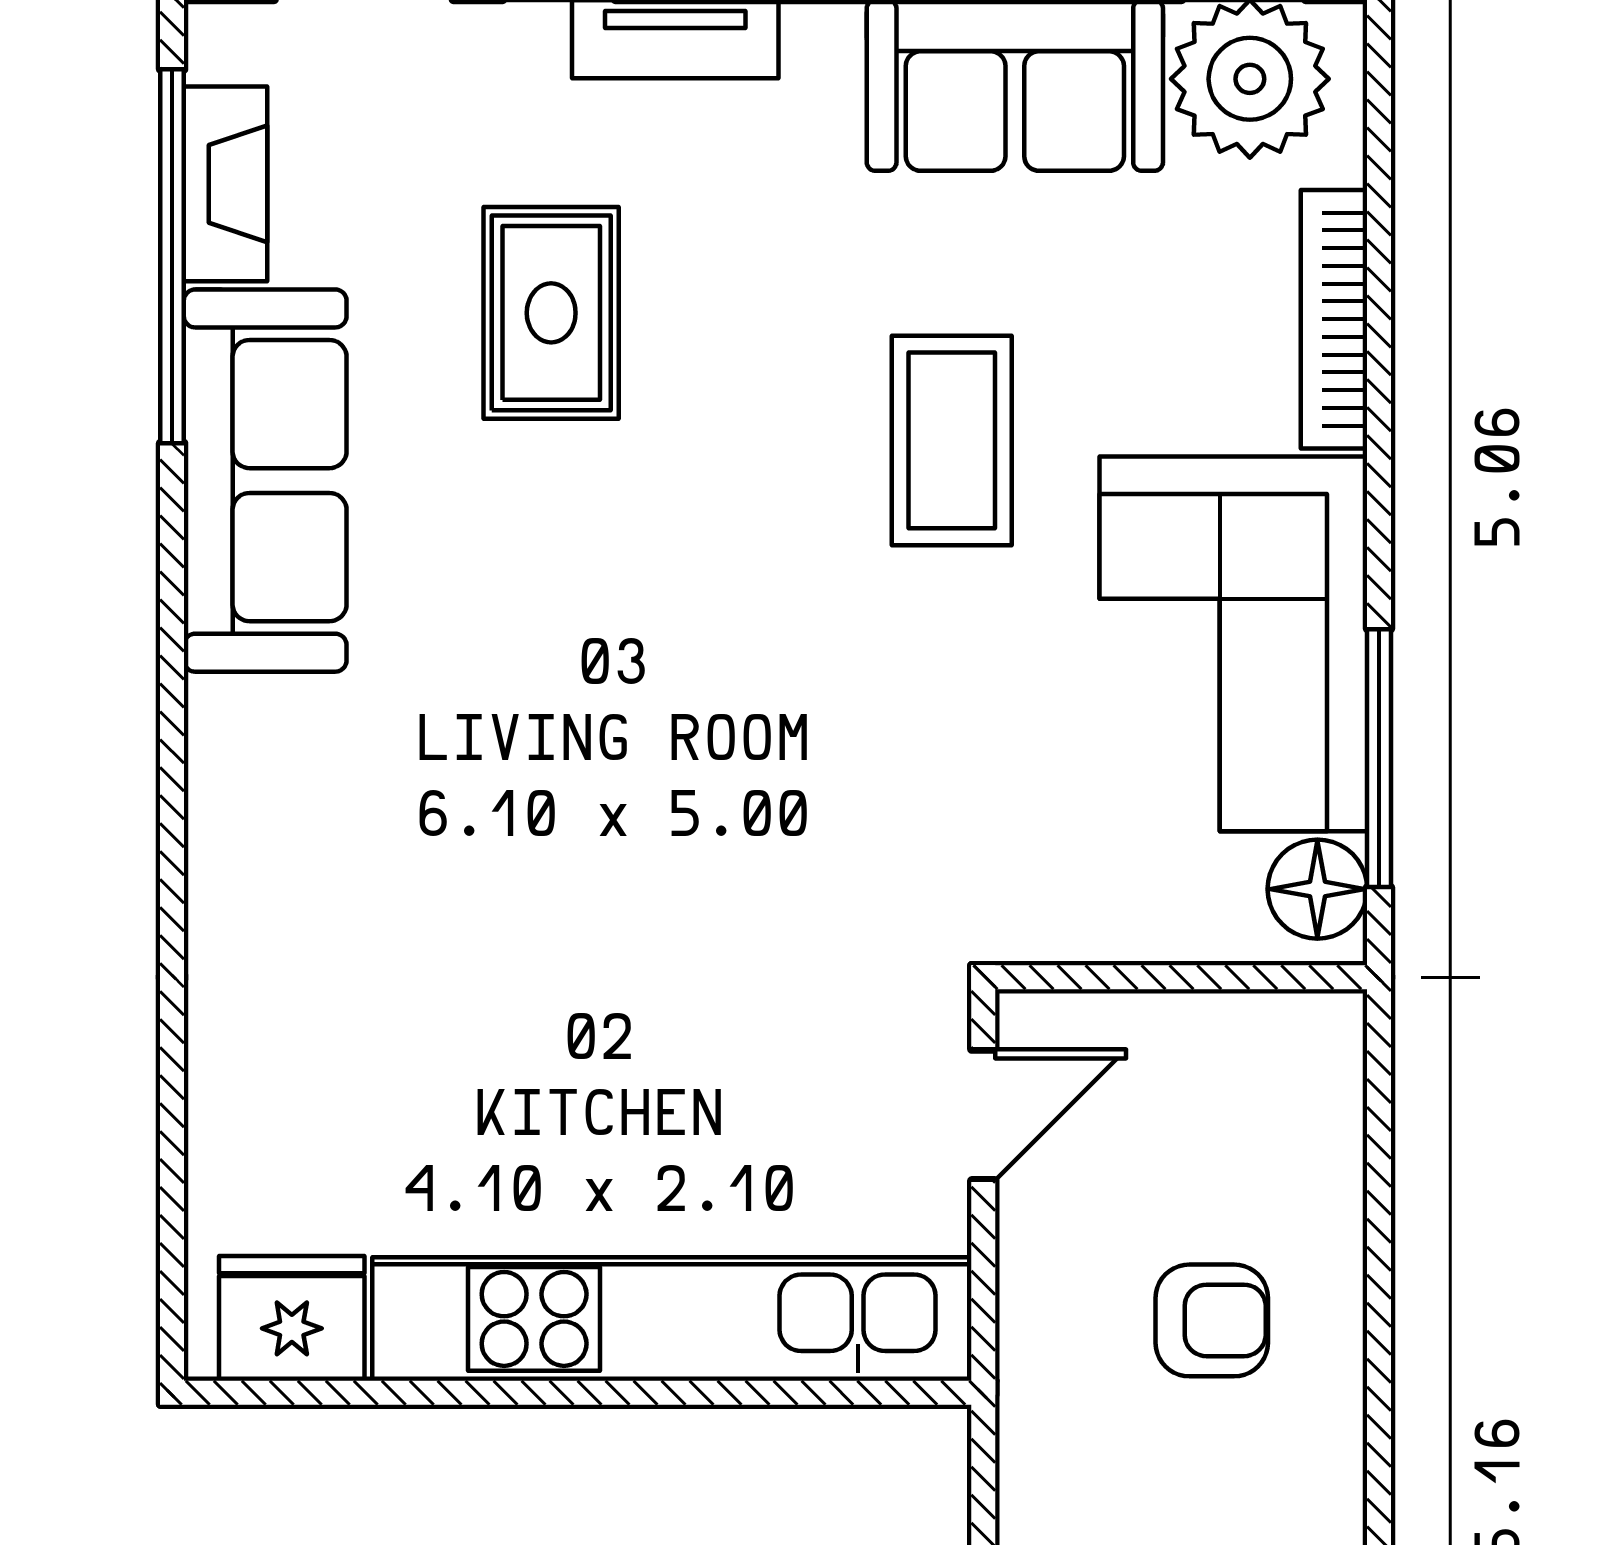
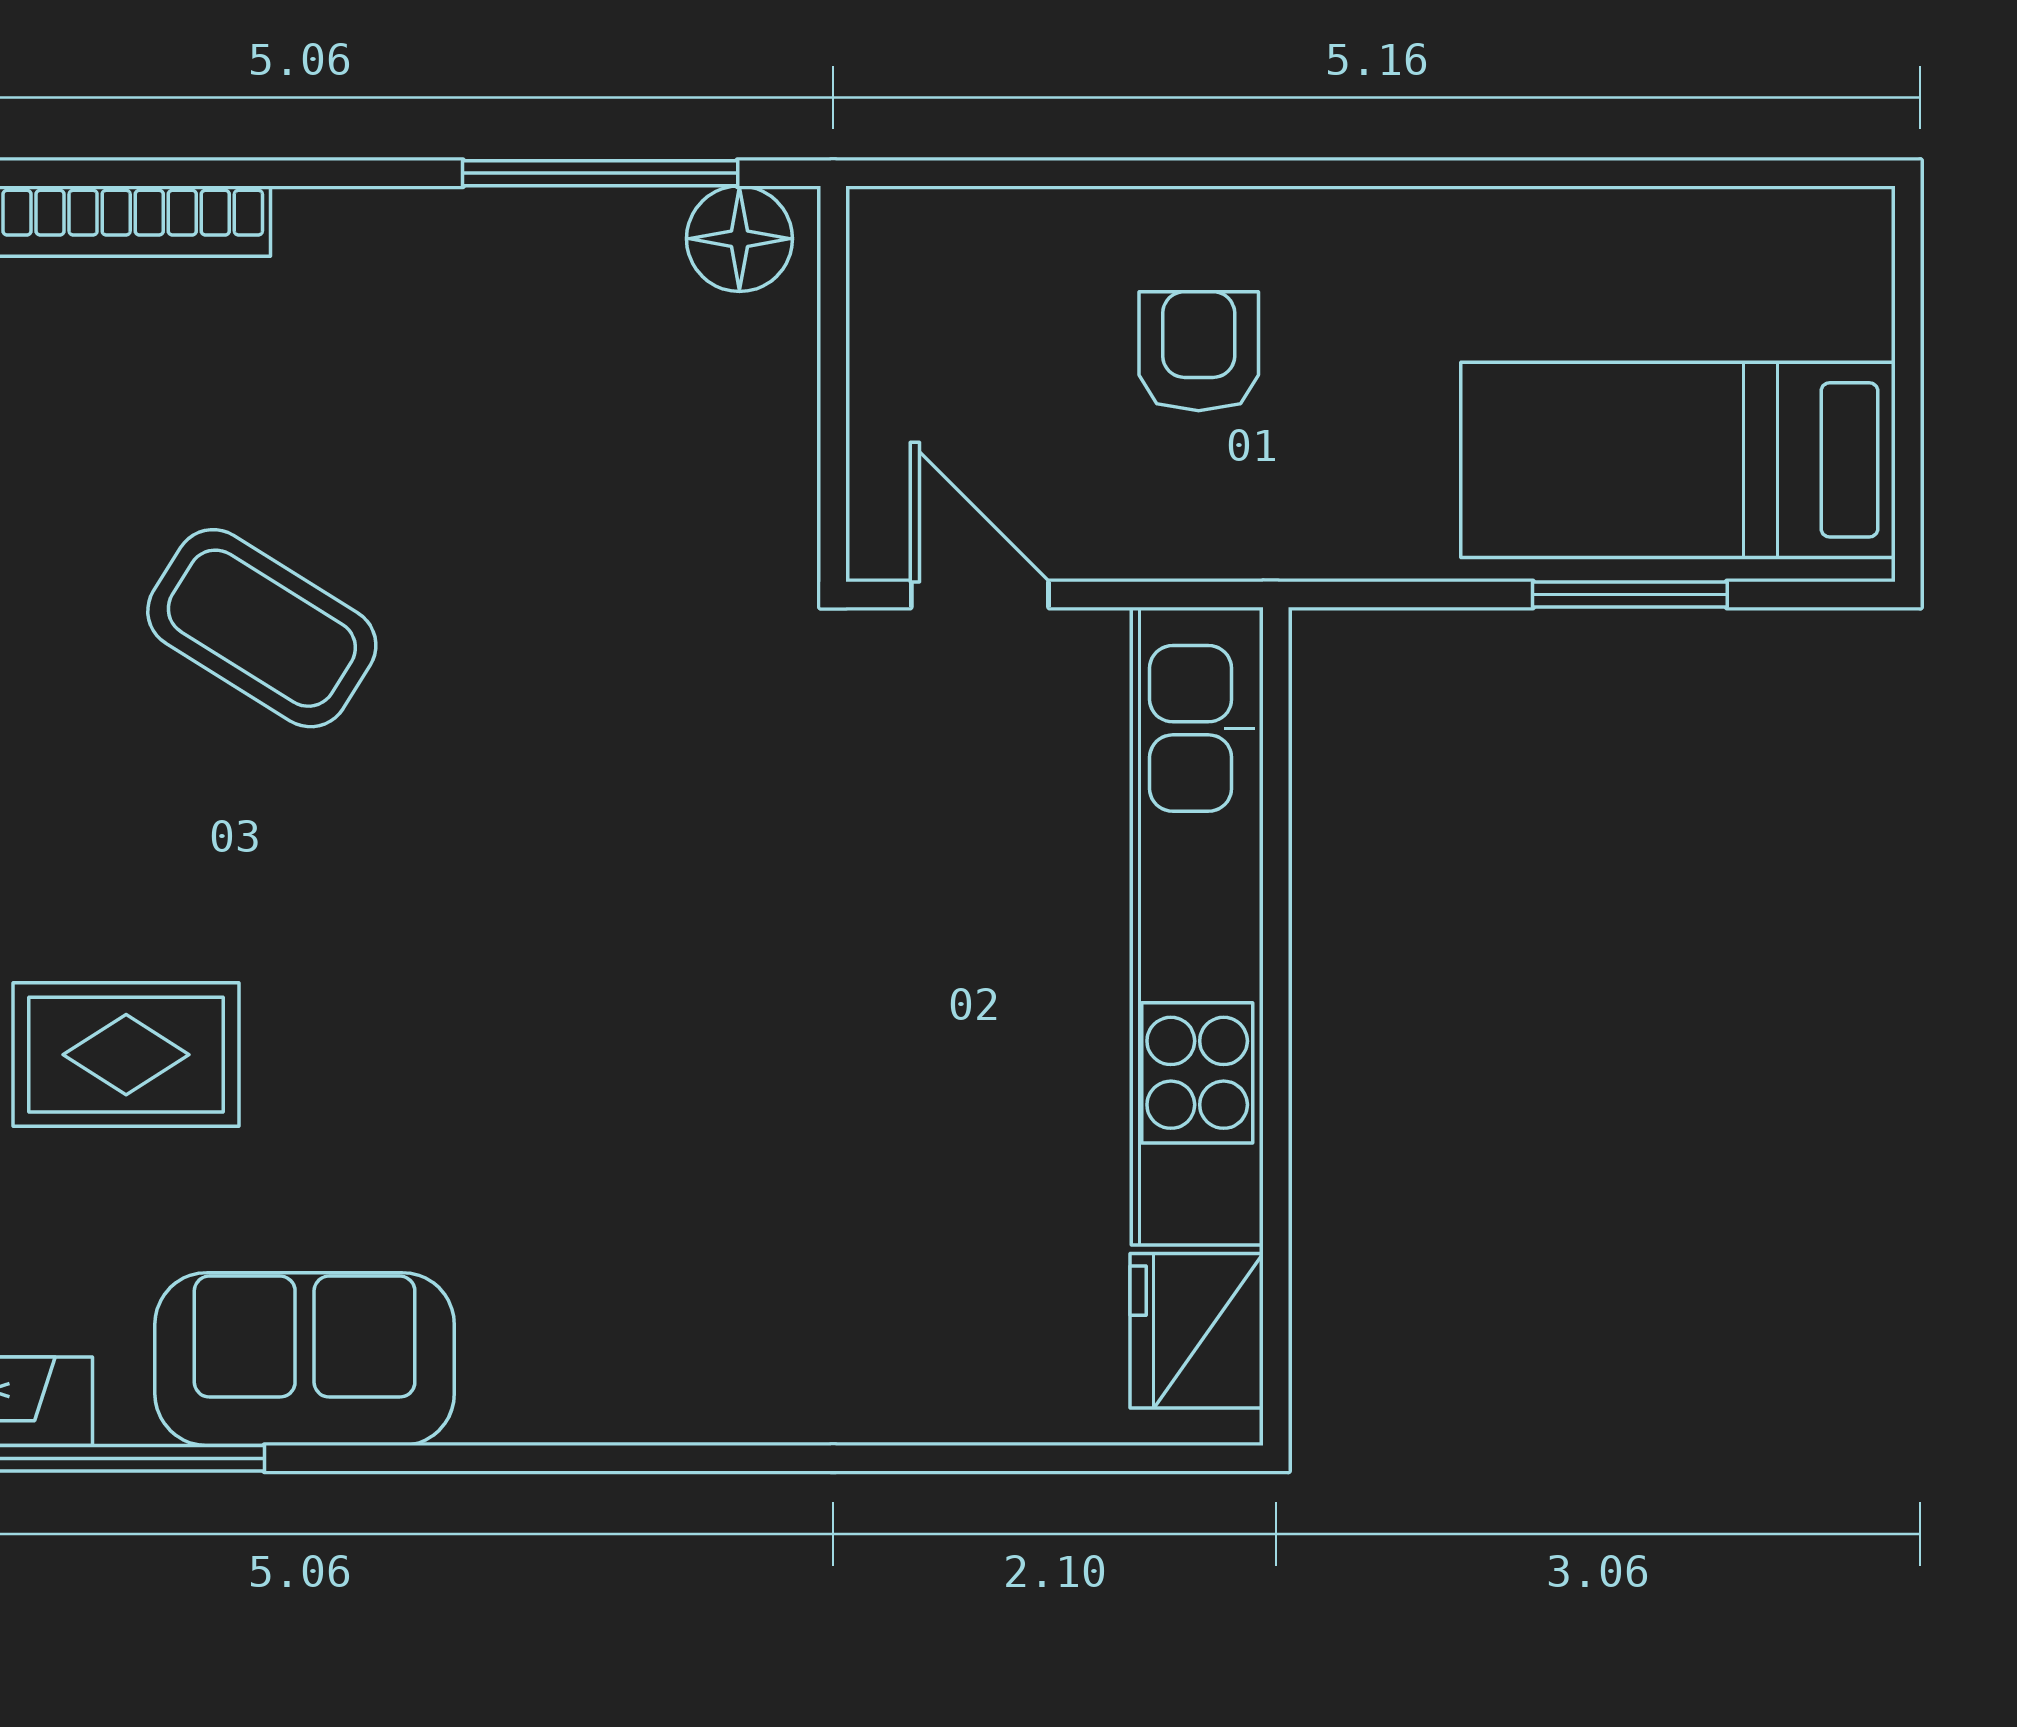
coffee table: (952, 440) -> (262, 628), turned 32
sofa: (265, 481) -> (305, 1359), width x0.73
corner sofa: (1233, 644) -> (478, 328), removed

